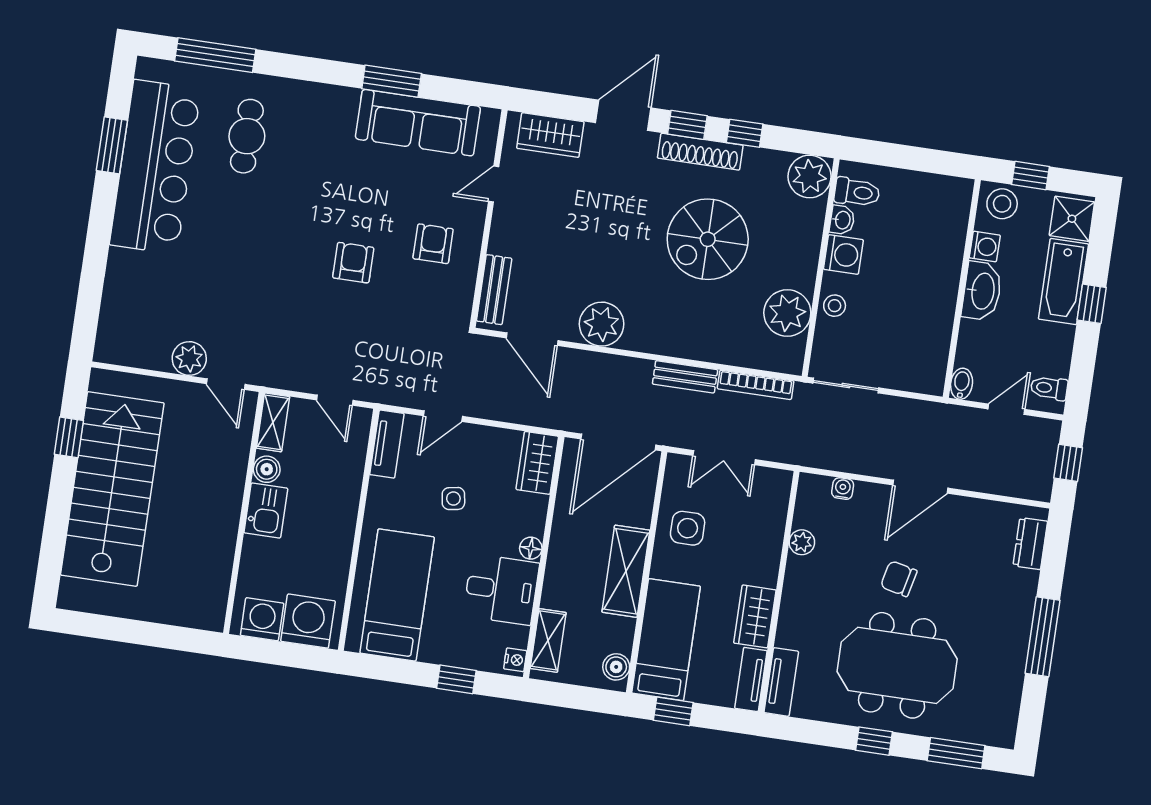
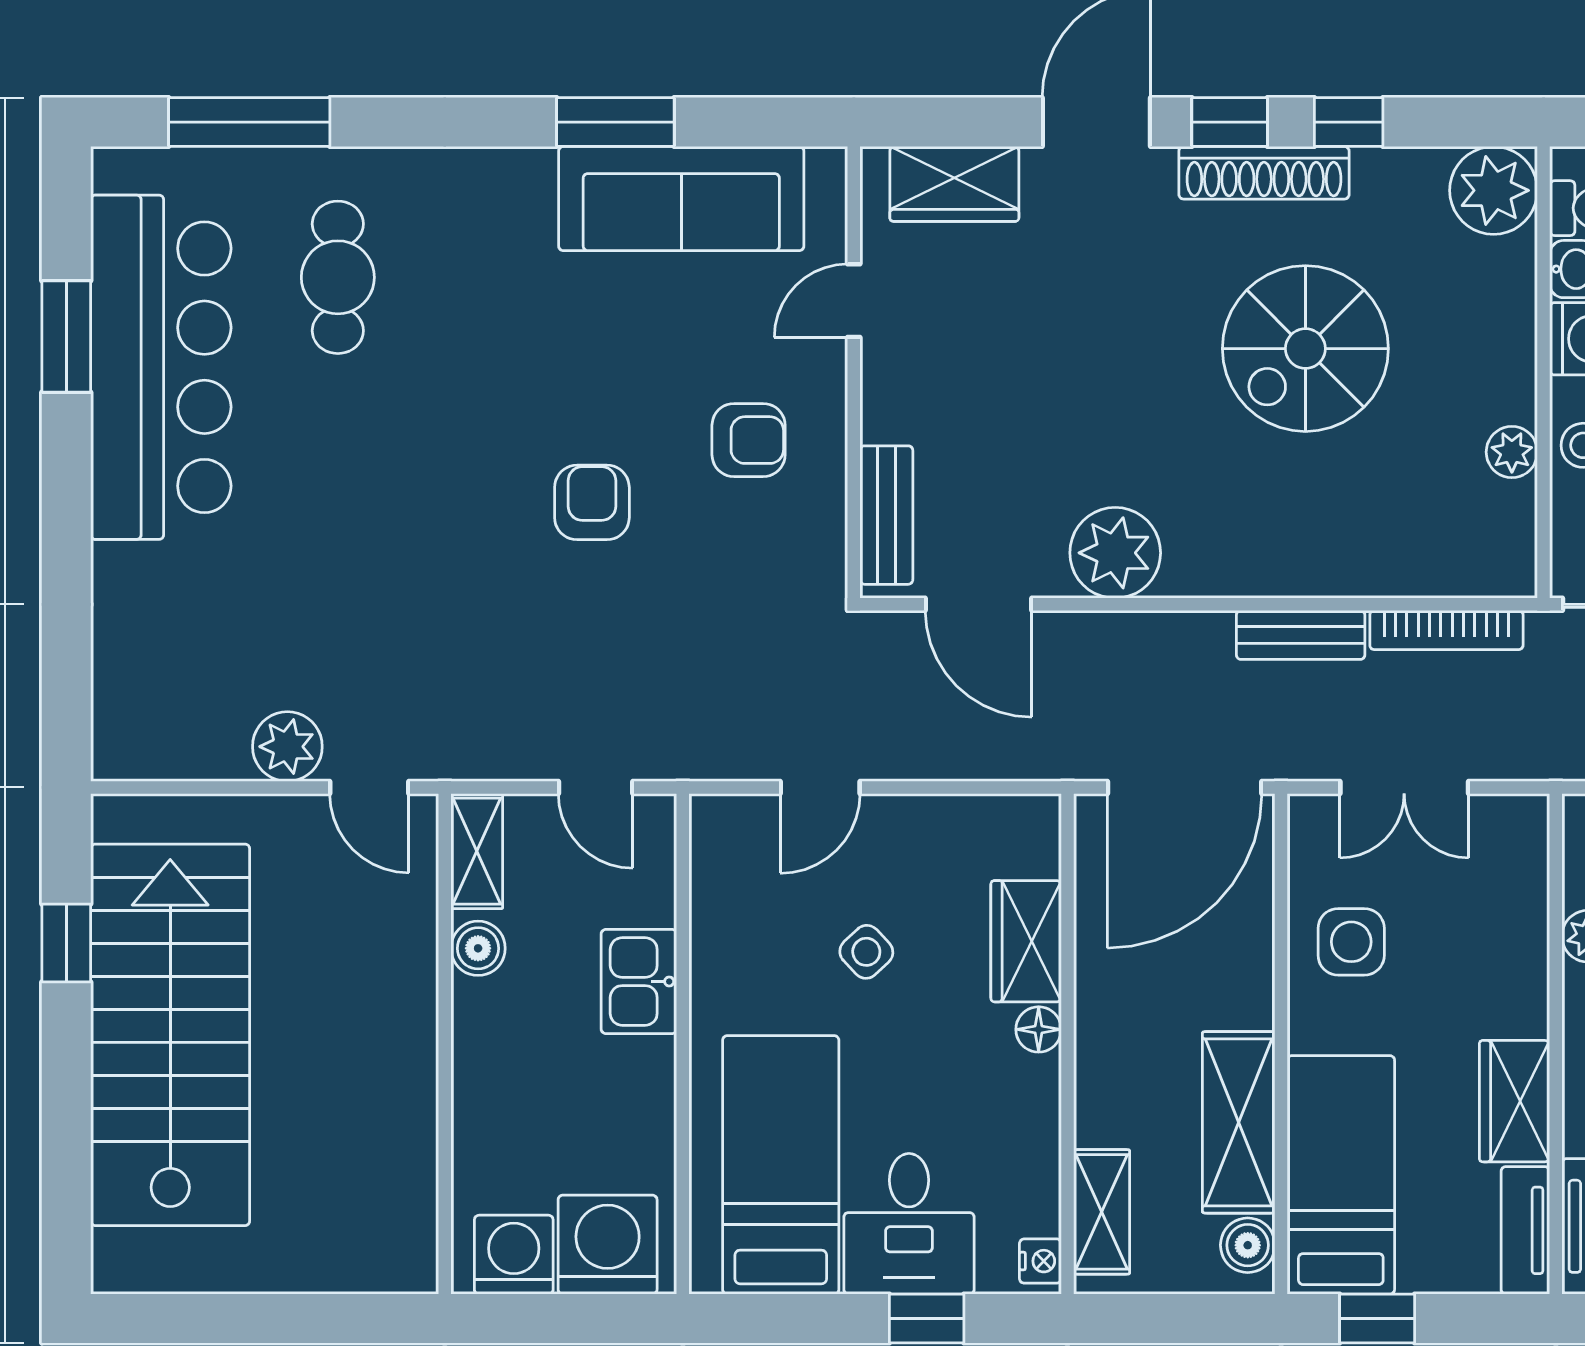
armchair: (433, 244) -> (749, 440), turned 90
plant: (787, 313) -> (1512, 452), width x0.53, depth x0.53
tv unit: (387, 444) -> (715, 861), removed
wardrobe: (537, 463) -> (1026, 941), moved
side table: (453, 499) -> (866, 952), turned -34
kitchen sink: (266, 511) -> (639, 981), moved, turned 180
shelving: (626, 571) -> (1239, 1122), moved
desk: (501, 589) -> (909, 1224), moved, turned 90

